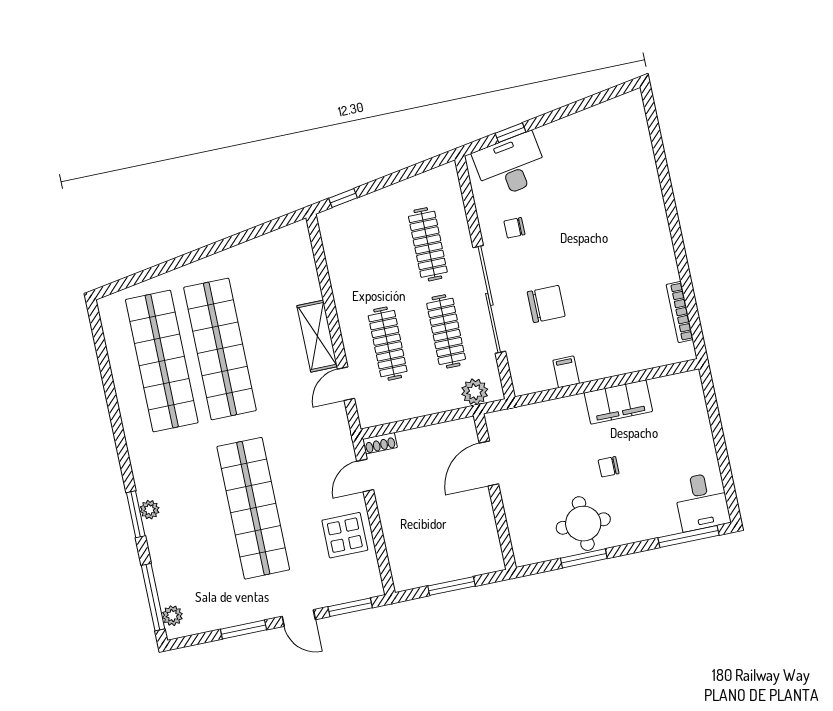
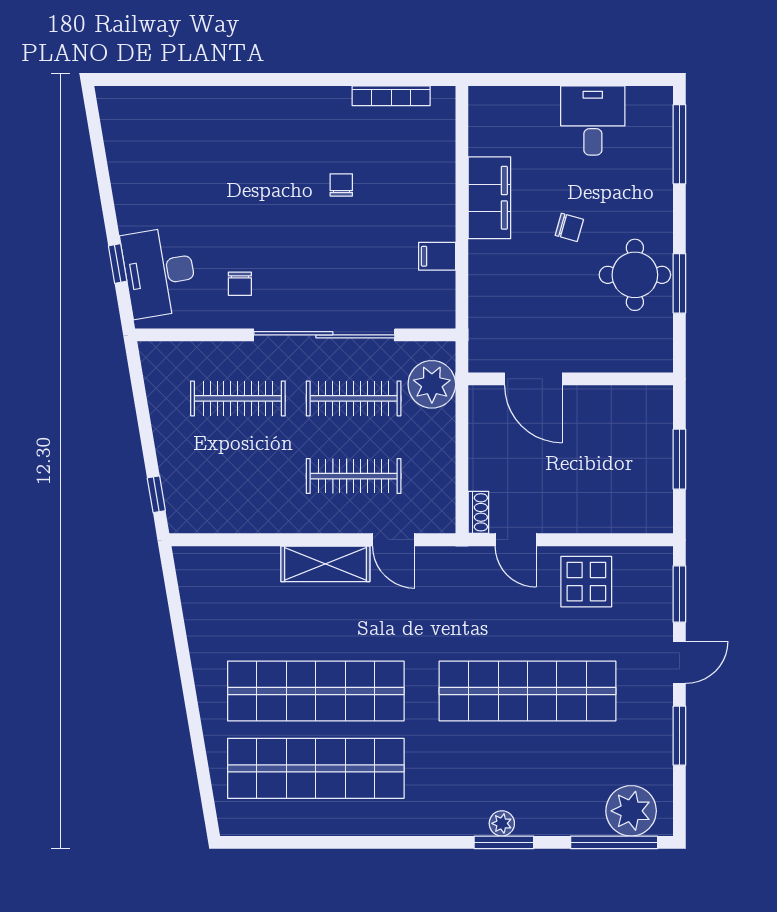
chair: (546, 304) -> (341, 185), moved, width x0.54, depth x0.54
plant: (475, 392) -> (432, 384), width x1.36, depth x1.36
chair: (609, 467) -> (569, 227), turned -74
desk: (702, 502) -> (593, 120), moved, turned -90
plant: (172, 616) -> (631, 811), width x1.87, depth x1.87

